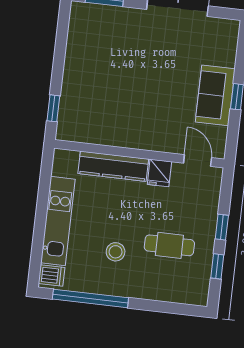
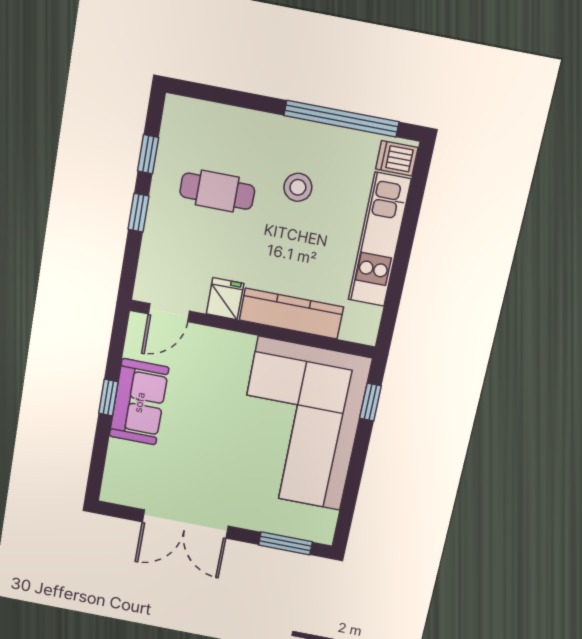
corner sofa: (101, 88) -> (300, 424), added
door: (198, 160) -> (169, 313), hinge flipped

